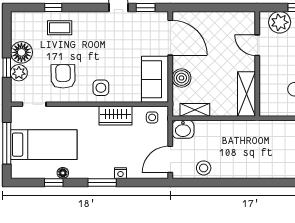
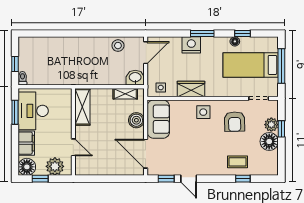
nightstand: (120, 173) -> (191, 45), width x1.89, depth x1.79

